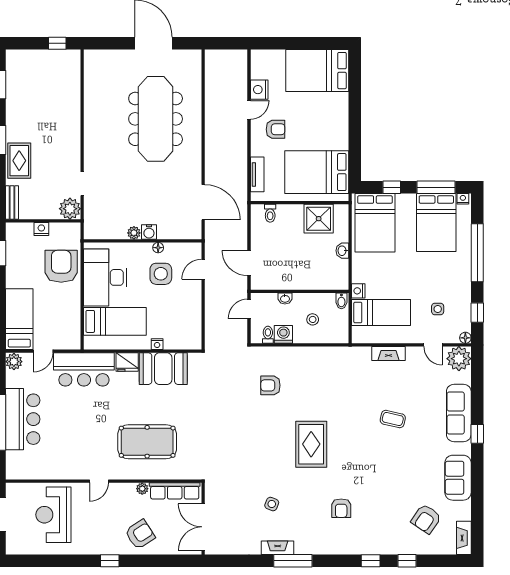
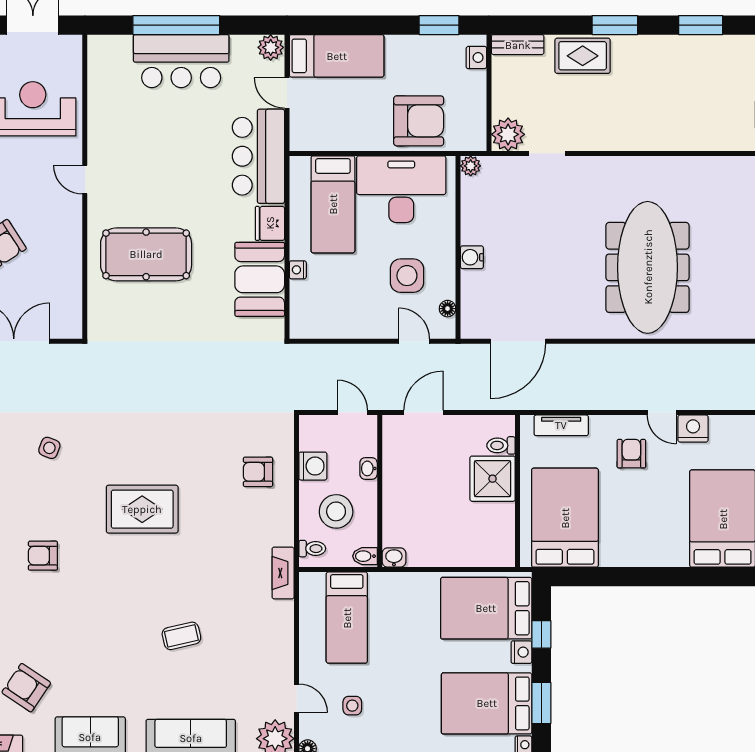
meeting table: (156, 119) -> (648, 267), turned 90
armchair: (275, 129) -> (631, 454), turned 180
window: (436, 187) -> (541, 703), width x0.69
shower: (319, 219) -> (493, 479), moved
nightstand: (41, 229) -> (476, 58), moved
plant: (134, 233) -> (471, 166), moved
floor lamp: (158, 248) -> (448, 309), moved
washbasin: (342, 251) -> (394, 558), moved
nightstand: (358, 291) -> (521, 652), moved, turned 90
stool: (313, 319) -> (336, 511), width x1.89, depth x1.89
toilet: (268, 335) -> (312, 549), moved
door: (433, 345) -> (296, 698), swing flipped
fireplace: (389, 354) -> (283, 573), moved
armchair: (270, 385) -> (258, 472), moved, turned -90
coffee table: (393, 419) -> (181, 636), turned 64
pool table: (147, 442) -> (146, 254), turned 90
plant: (142, 489) -> (73, 247), removed
row of seats: (175, 491) -> (70, 297), removed

